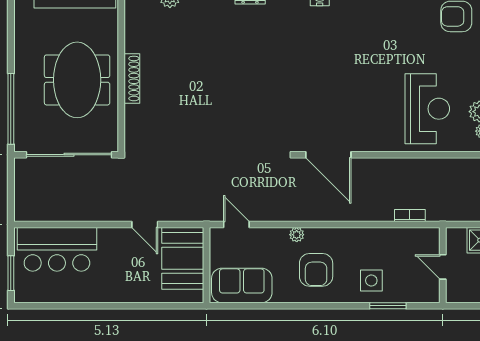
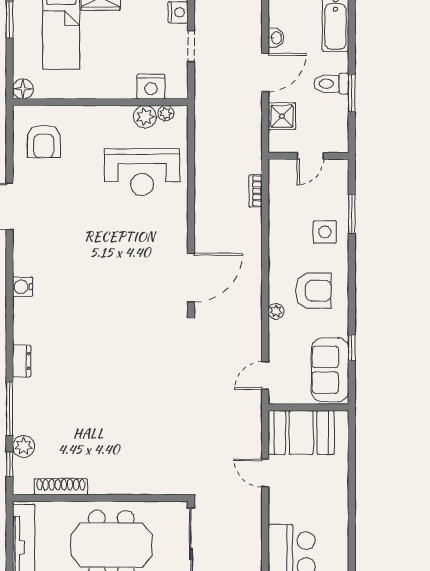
shoe rack: (132, 78) -> (61, 487), moved
reception desk: (427, 109) -> (142, 172), turned 180
door: (145, 224) -> (265, 473), swing flipped
window: (263, 306) -> (352, 348), added

